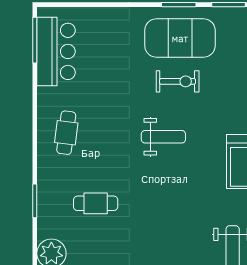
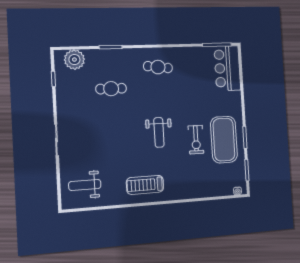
bar counter: (56, 51) -> (227, 68), moved, turned 90
cafe table: (96, 203) -> (111, 89), turned 90

